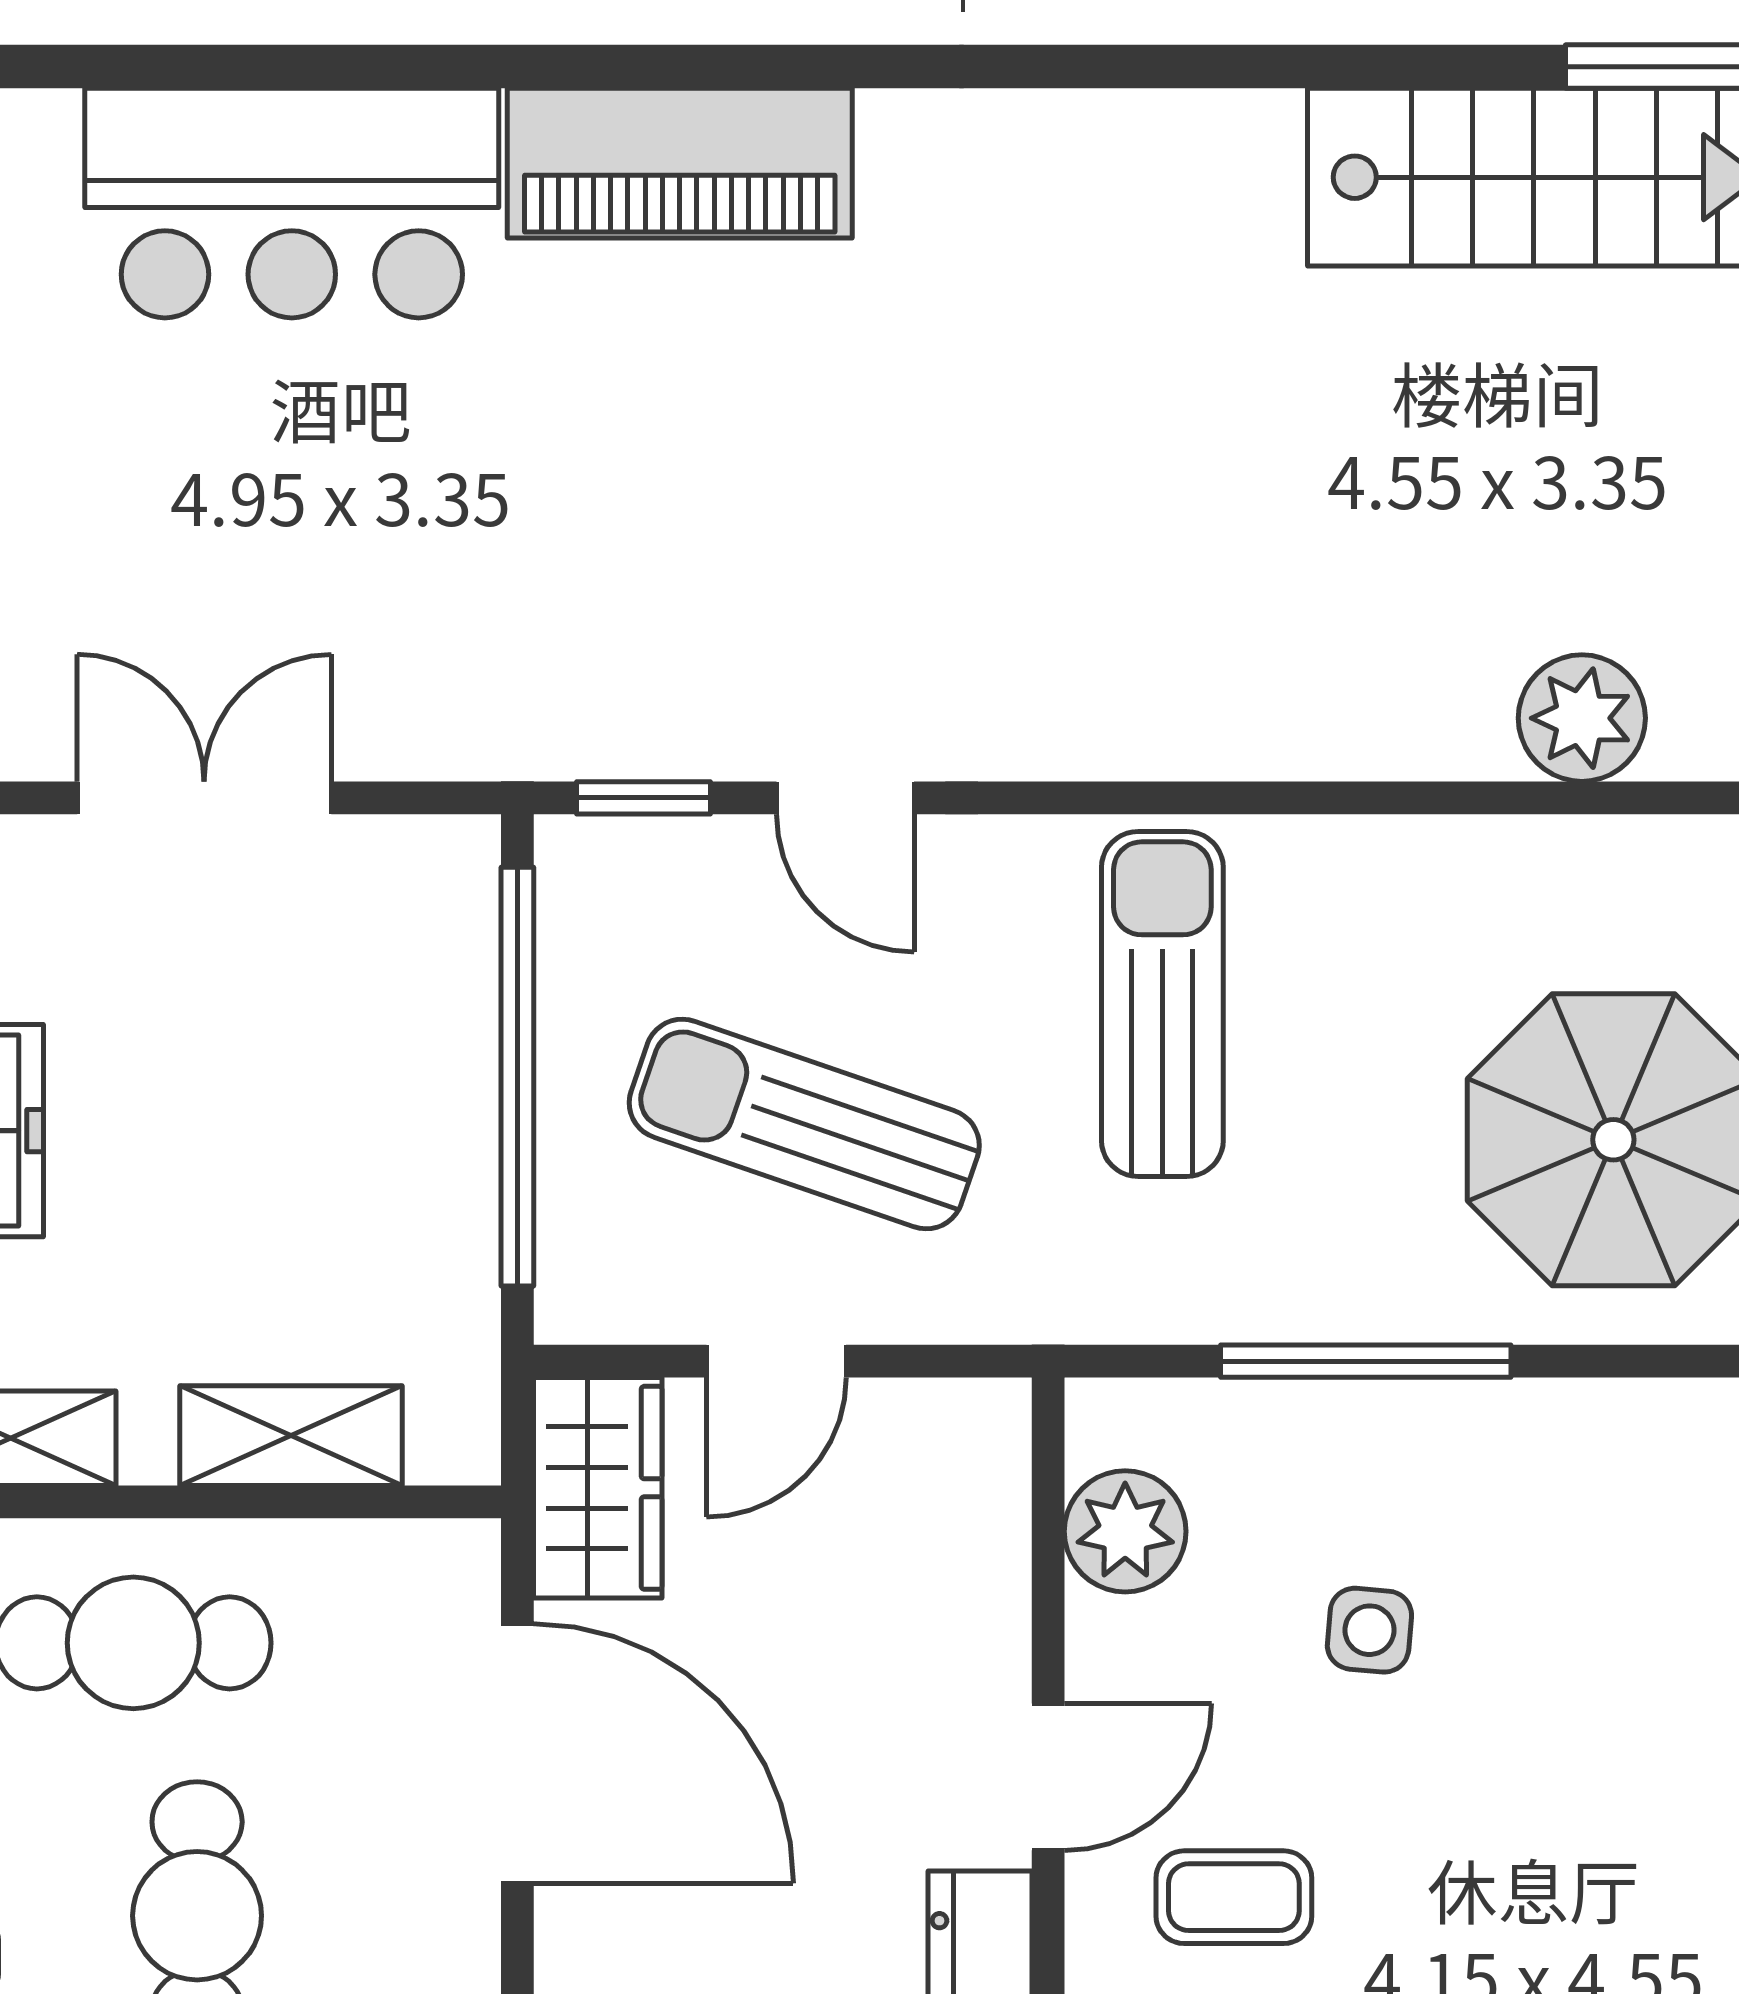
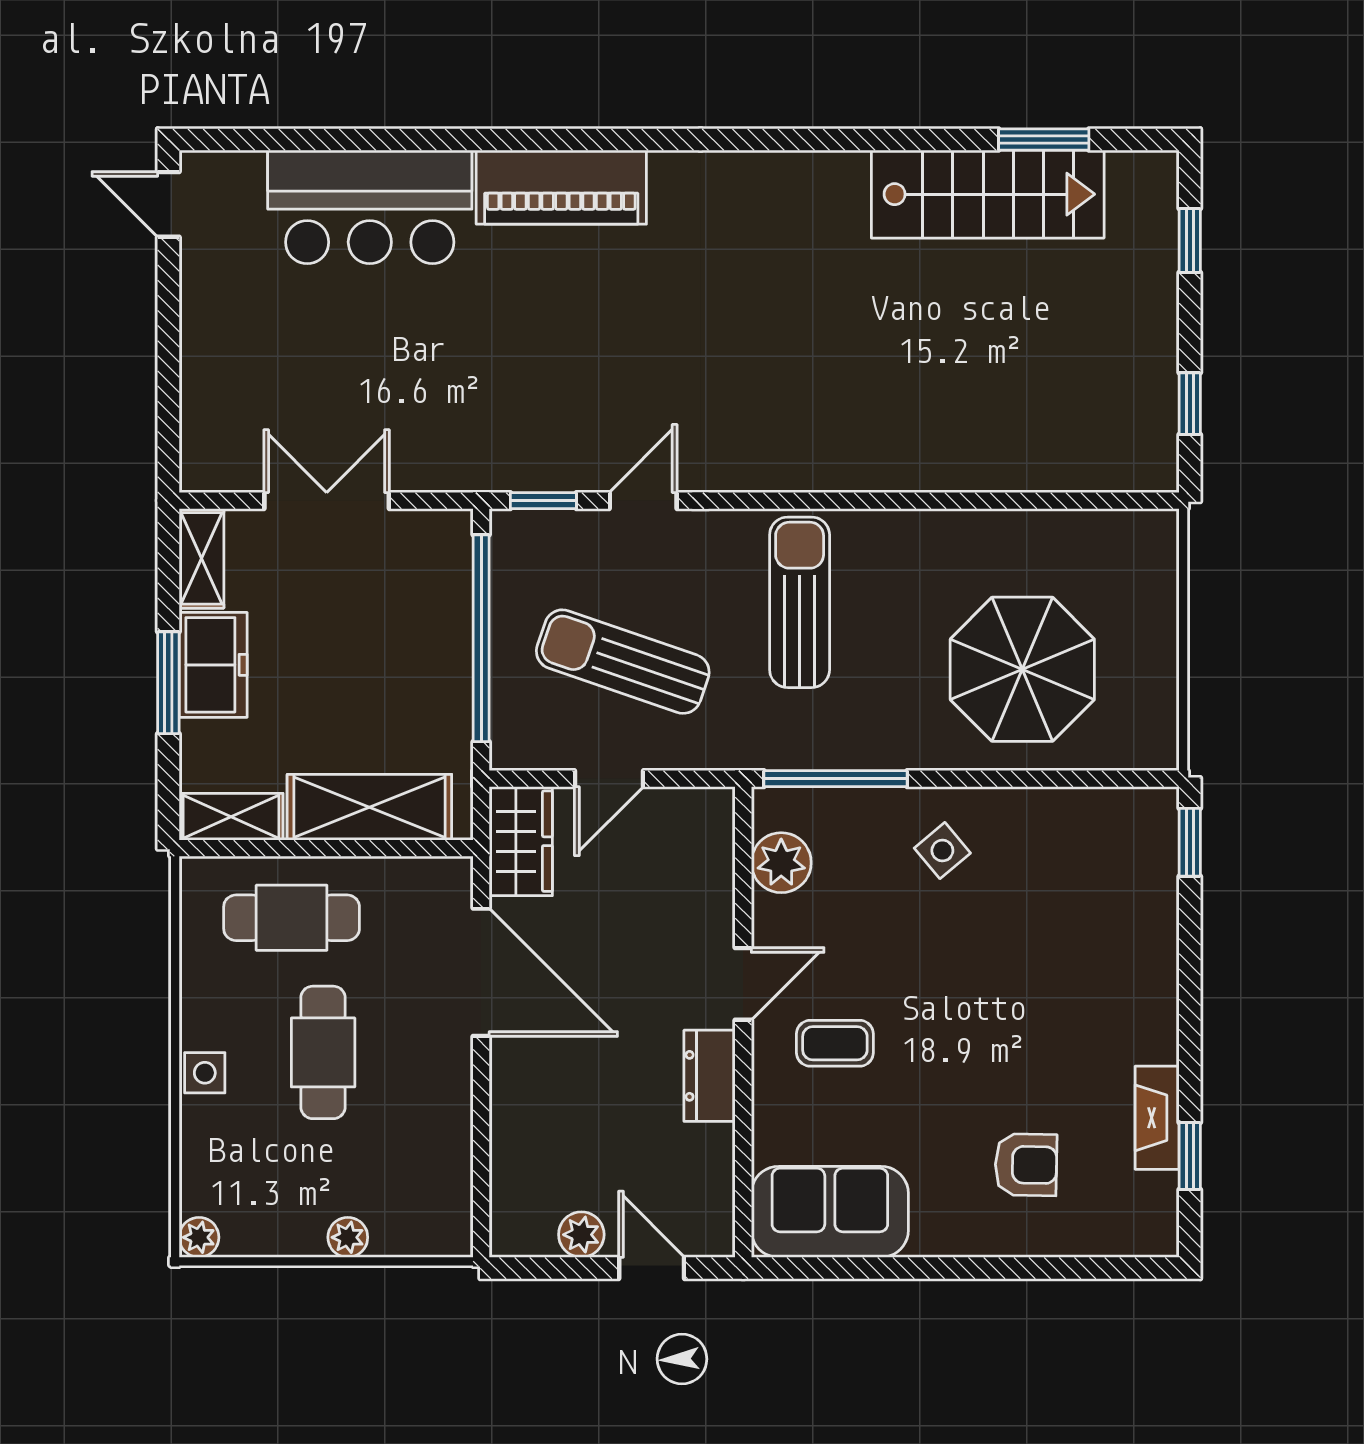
plant: (1582, 718) -> (1007, 461), removed
door: (845, 798) -> (643, 501), swing flipped
window: (1366, 1361) -> (836, 779), moved
shelving: (291, 1436) -> (369, 807), width x1.50, depth x1.33
side table: (1369, 1630) -> (942, 851), moved, turned 45

